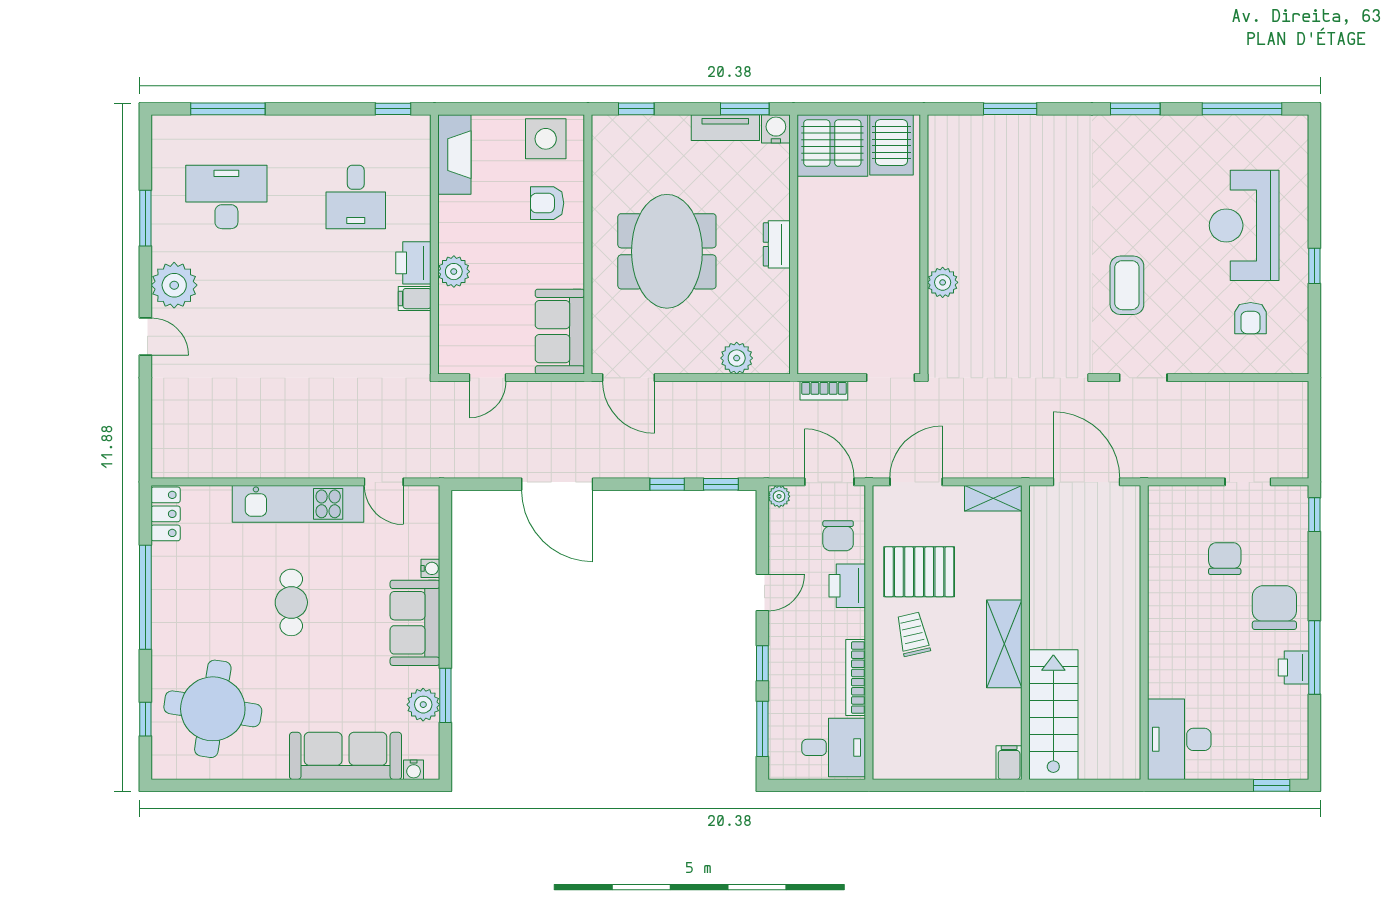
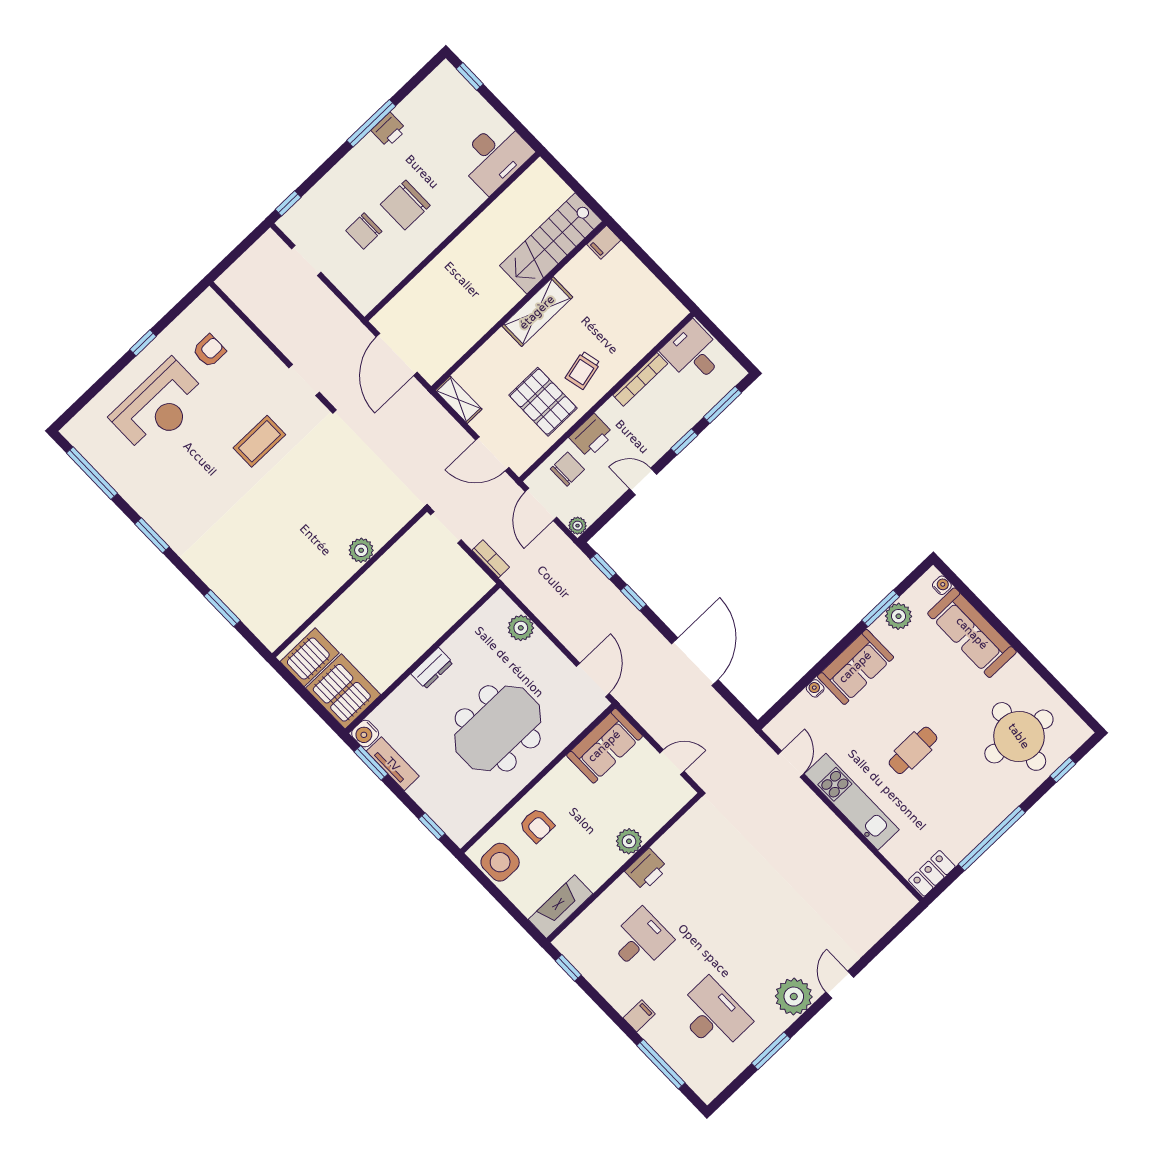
desk: (226, 197) -> (713, 1016), turned 180
filing cabinet: (415, 299) -> (639, 1016), moved, turned -90
chair: (1274, 608) -> (405, 205), moved

